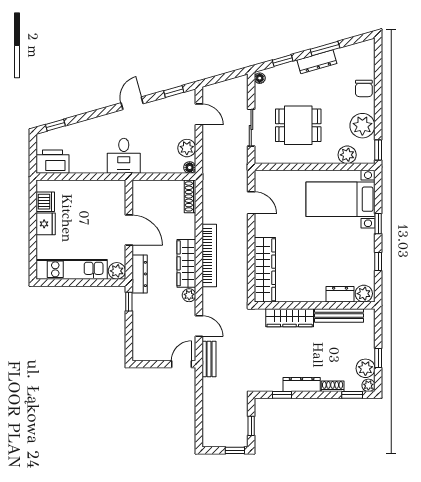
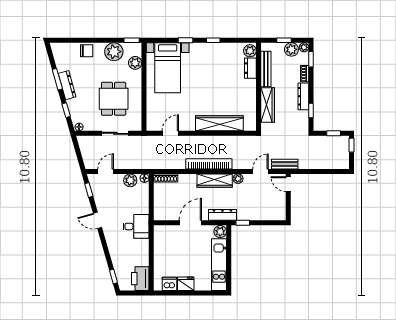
dresser: (340, 294) -> (250, 68), moved
plant: (364, 294) -> (250, 51), moved
wall: (315, 305) -> (259, 87), moved
bench: (339, 315) -> (266, 69), moved
wardrobe: (290, 318) -> (268, 105), moved

